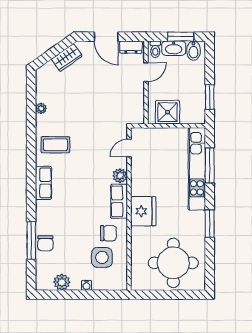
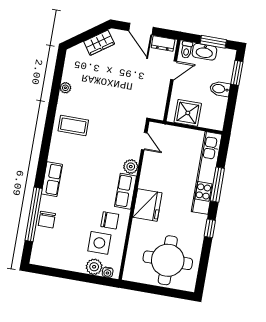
bidet: (194, 51) -> (220, 89), moved, turned 90
window: (210, 97) -> (237, 73), moved
door: (129, 148) -> (144, 141), swing flipped
window: (210, 165) -> (217, 185), moved
row of seats: (43, 183) -> (52, 179), moved
window: (210, 224) -> (210, 228), width x0.67
window: (31, 240) -> (34, 214), width x1.46
plant: (62, 282) -> (94, 267), moved
water cooler: (86, 285) -> (108, 272), moved

